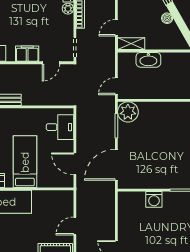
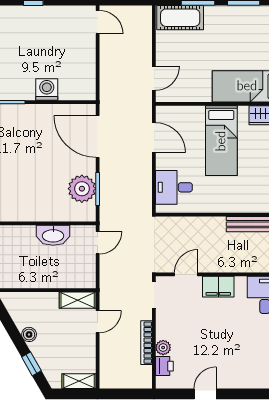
washbasin: (148, 60) -> (53, 235), moved, turned 180
plant: (128, 112) -> (82, 189), moved
door: (116, 165) -> (98, 136), swing flipped
door: (75, 226) -> (154, 78), moved

